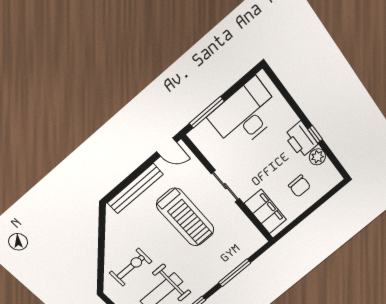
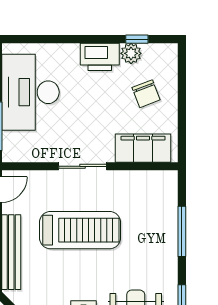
window: (315, 134) -> (137, 39), moved
chair: (299, 186) -> (146, 94), turned 69

